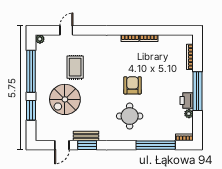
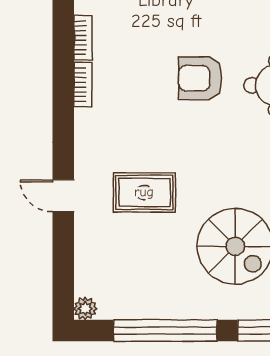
door: (66, 30) -> (63, 196), moved
rug: (75, 67) -> (144, 192), moved

